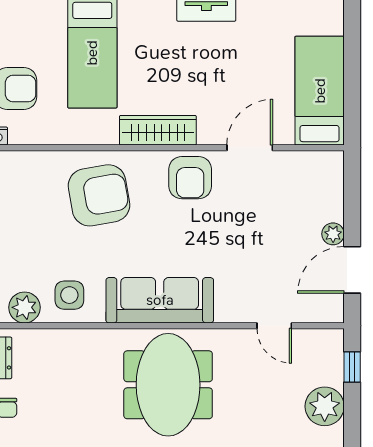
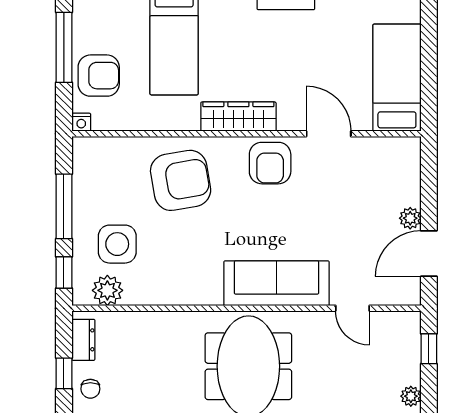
door: (250, 148) -> (329, 134), hinge flipped
side table: (69, 295) -> (117, 244), moved, width x1.37, depth x1.37
sofa: (160, 300) -> (276, 283), moved
plant: (325, 406) -> (411, 396), width x0.53, depth x0.53

